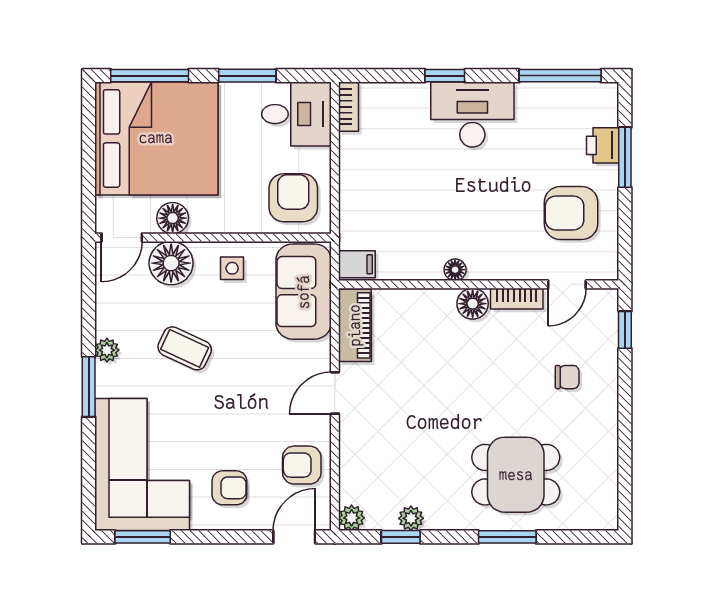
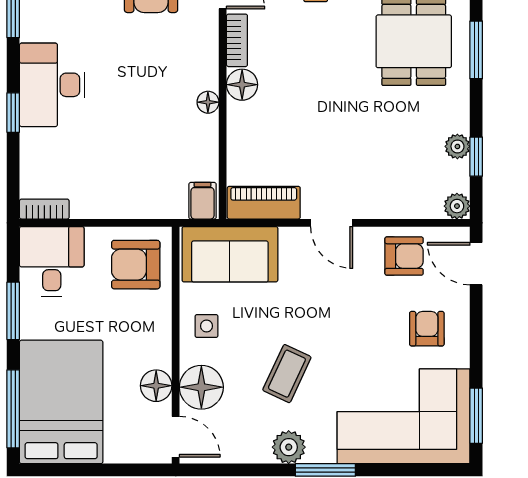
bed: (156, 138) -> (61, 402), width x0.73
plant: (107, 350) -> (289, 447), width x1.38, depth x1.38
armchair: (302, 465) -> (404, 256), turned -90

